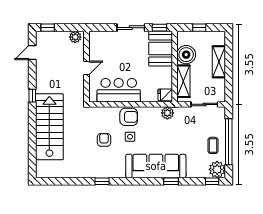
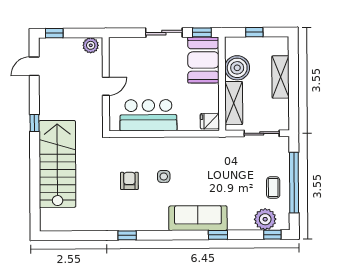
plant: (167, 113) -> (213, 145), removed
armchair: (129, 117) -> (162, 150), removed
sofa: (156, 166) -> (198, 218), width x0.74, depth x0.79
plant: (217, 169) -> (265, 219), moved

